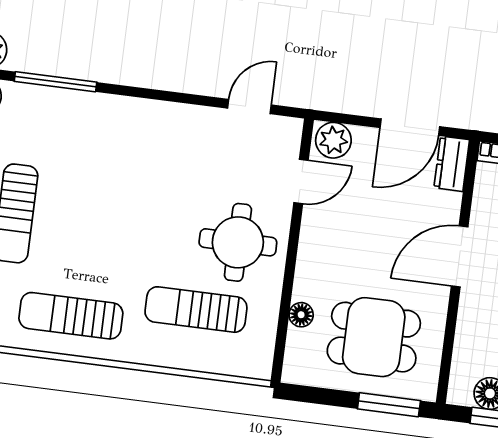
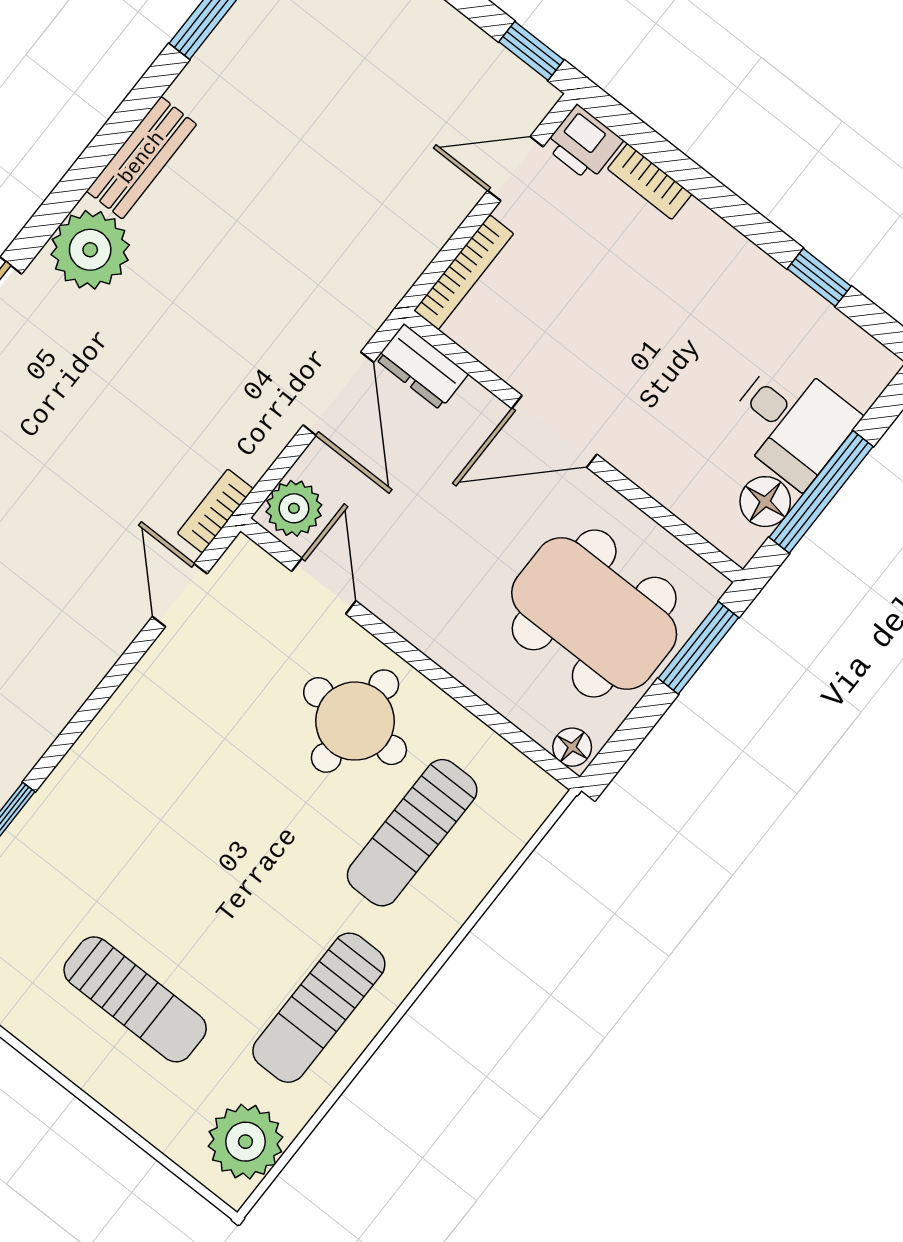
bookcase: (307, 98) -> (215, 511), added
door: (460, 256) -> (554, 431), hinge flipped
floor lamp: (301, 315) -> (572, 747), moved
dining table: (374, 337) -> (594, 614), width x1.37

